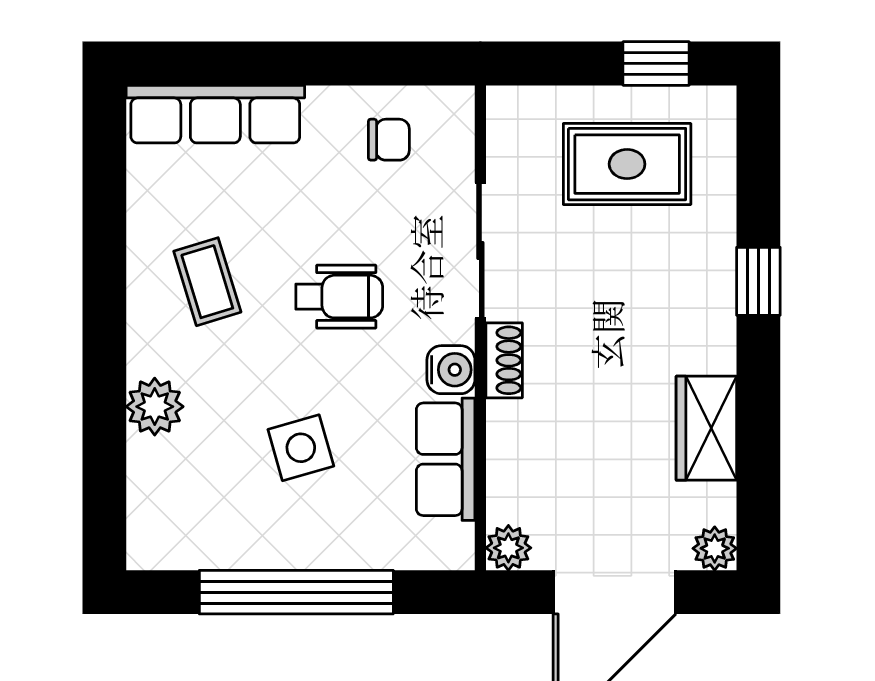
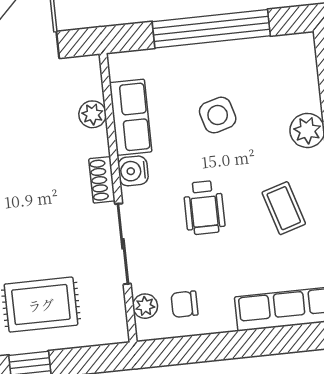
plant: (454, 143) -> (145, 306), added
wheelchair: (339, 297) -> (204, 208), turned -90
plant: (508, 548) -> (92, 114), moved

